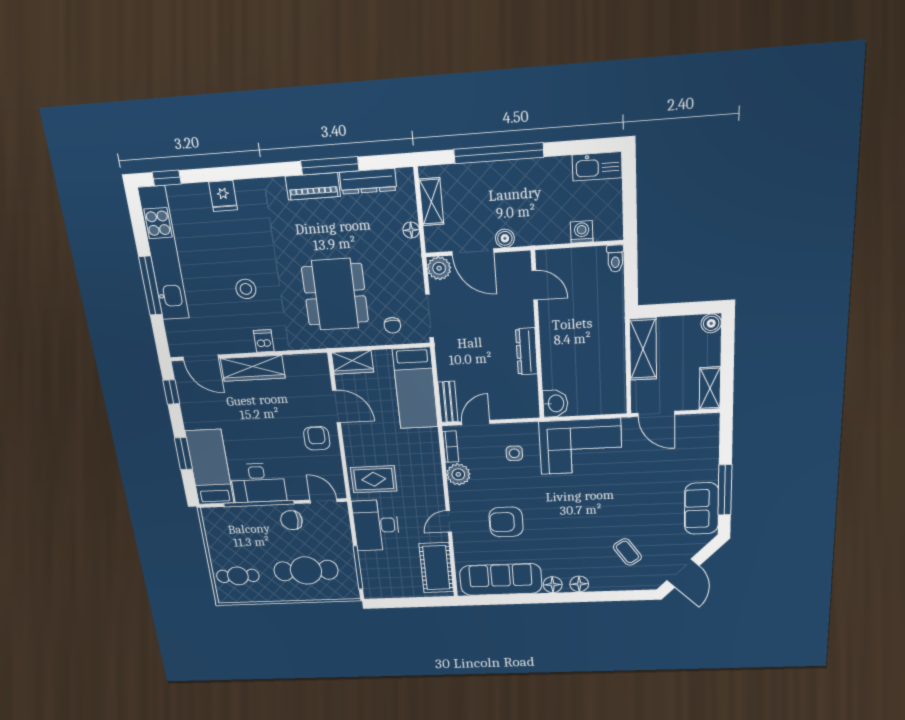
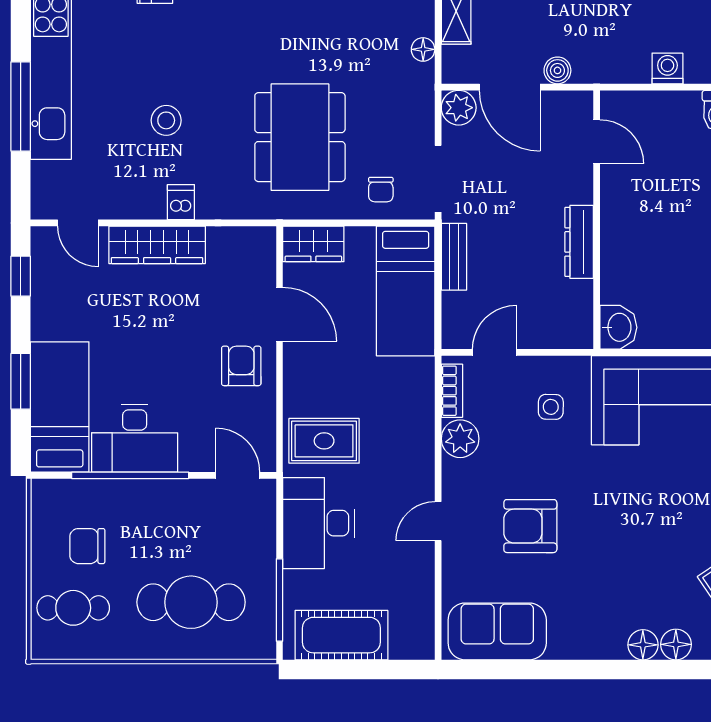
door: (201, 358) -> (78, 223), width x0.73
bench: (448, 402) -> (454, 257), moved
chair: (291, 520) -> (87, 546), moved
cot: (436, 568) -> (341, 635), moved, turned 90
sofa: (501, 579) -> (497, 631), width x0.73
floor lamp: (553, 585) -> (676, 644), moved

